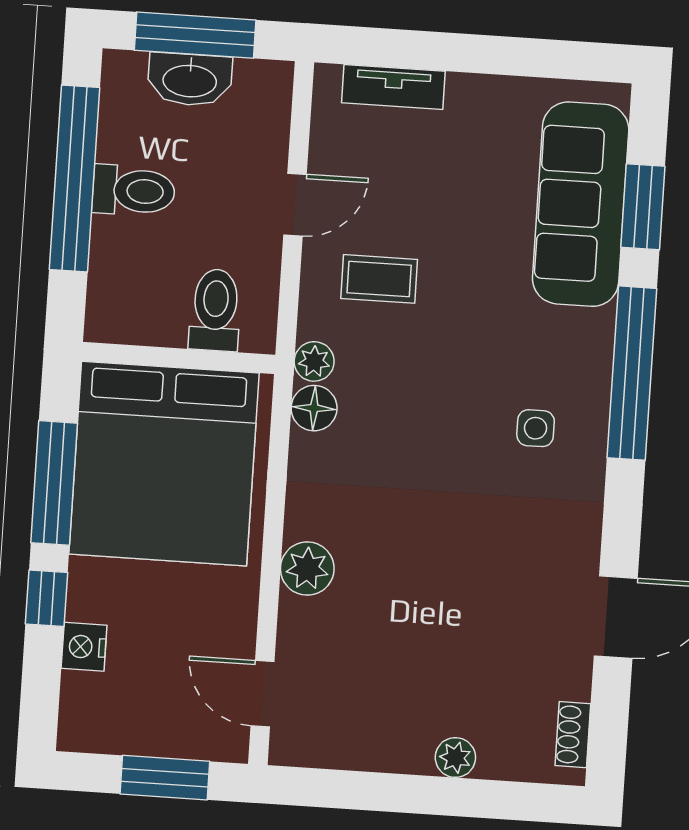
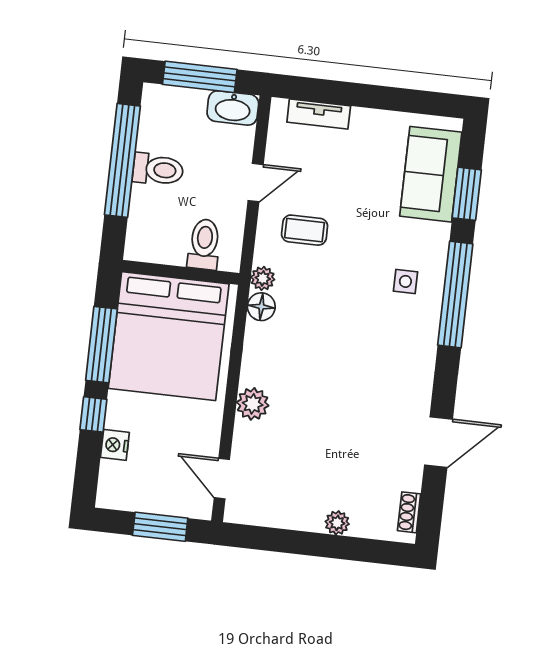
washbasin: (190, 80) -> (233, 108), moved
sofa: (581, 204) -> (431, 174), width x0.73
side table: (536, 428) -> (405, 281), moved

